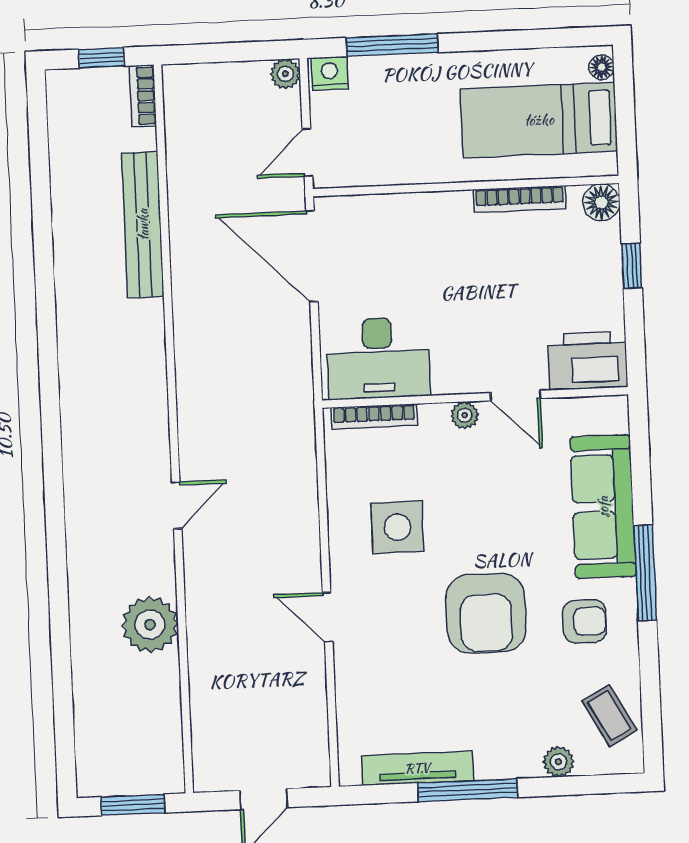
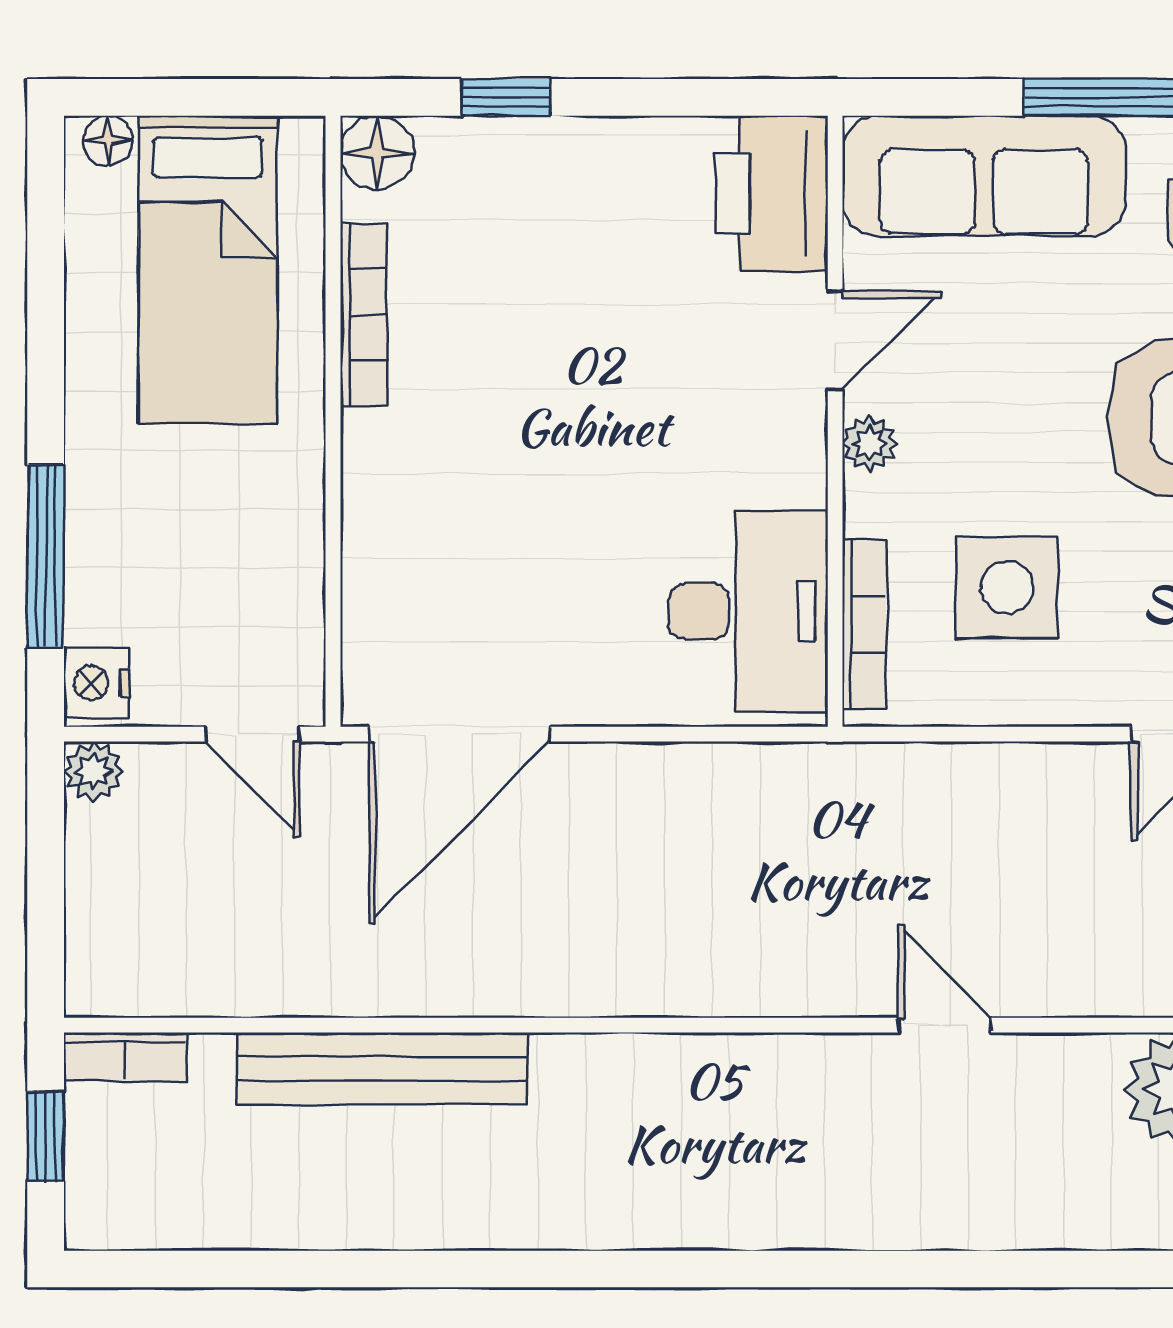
desk: (378, 358) -> (748, 611), moved
printer: (588, 361) -> (772, 193), moved
door: (515, 396) -> (835, 341), moved
wall: (475, 397) -> (835, 421), moved
plant: (465, 415) -> (870, 443), moved
bookcase: (374, 416) -> (864, 624), moved

